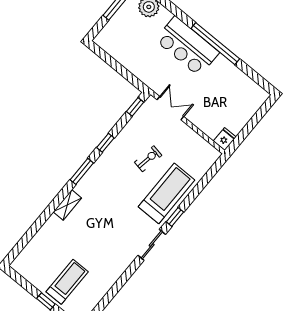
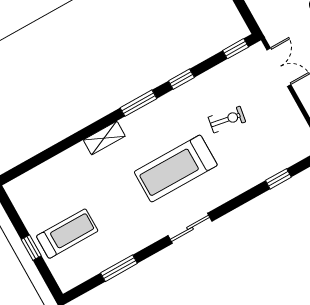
treadmill: (167, 193) -> (176, 169), moved, turned 180
window: (175, 217) -> (278, 179), moved
window: (113, 292) -> (119, 268), added

